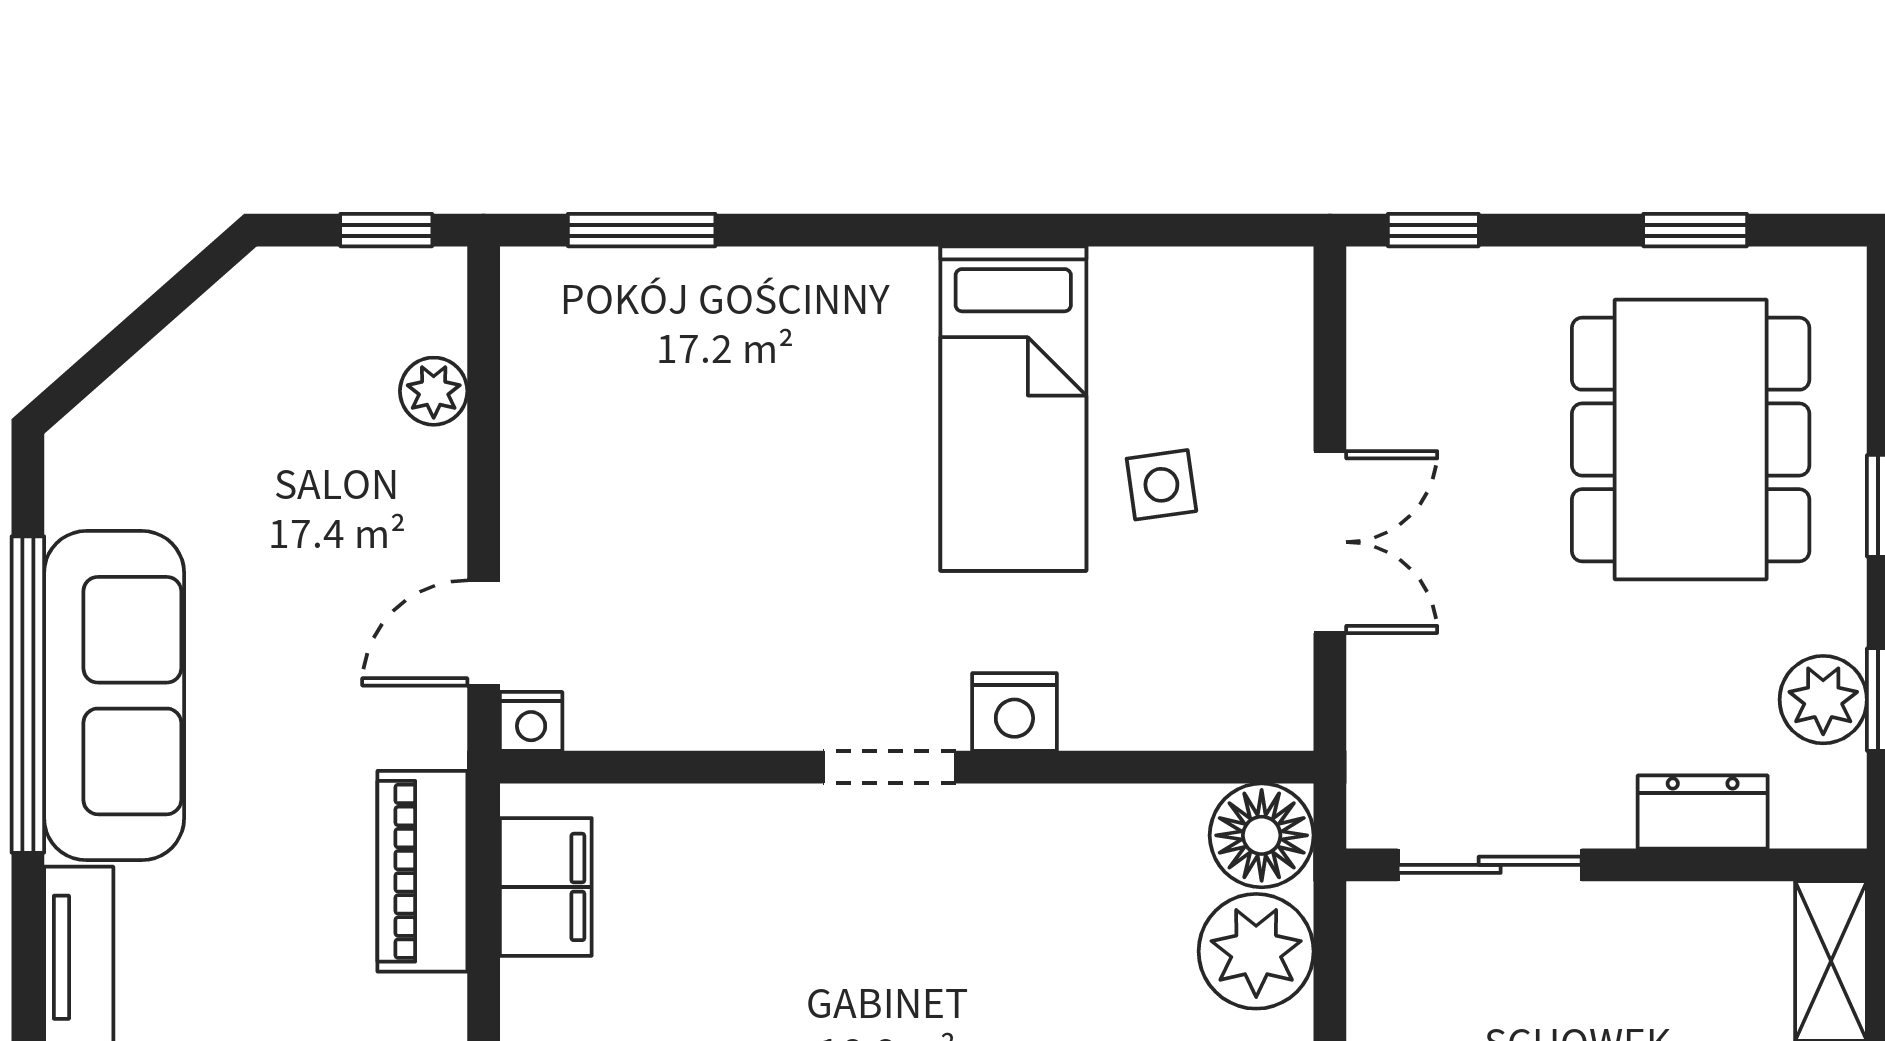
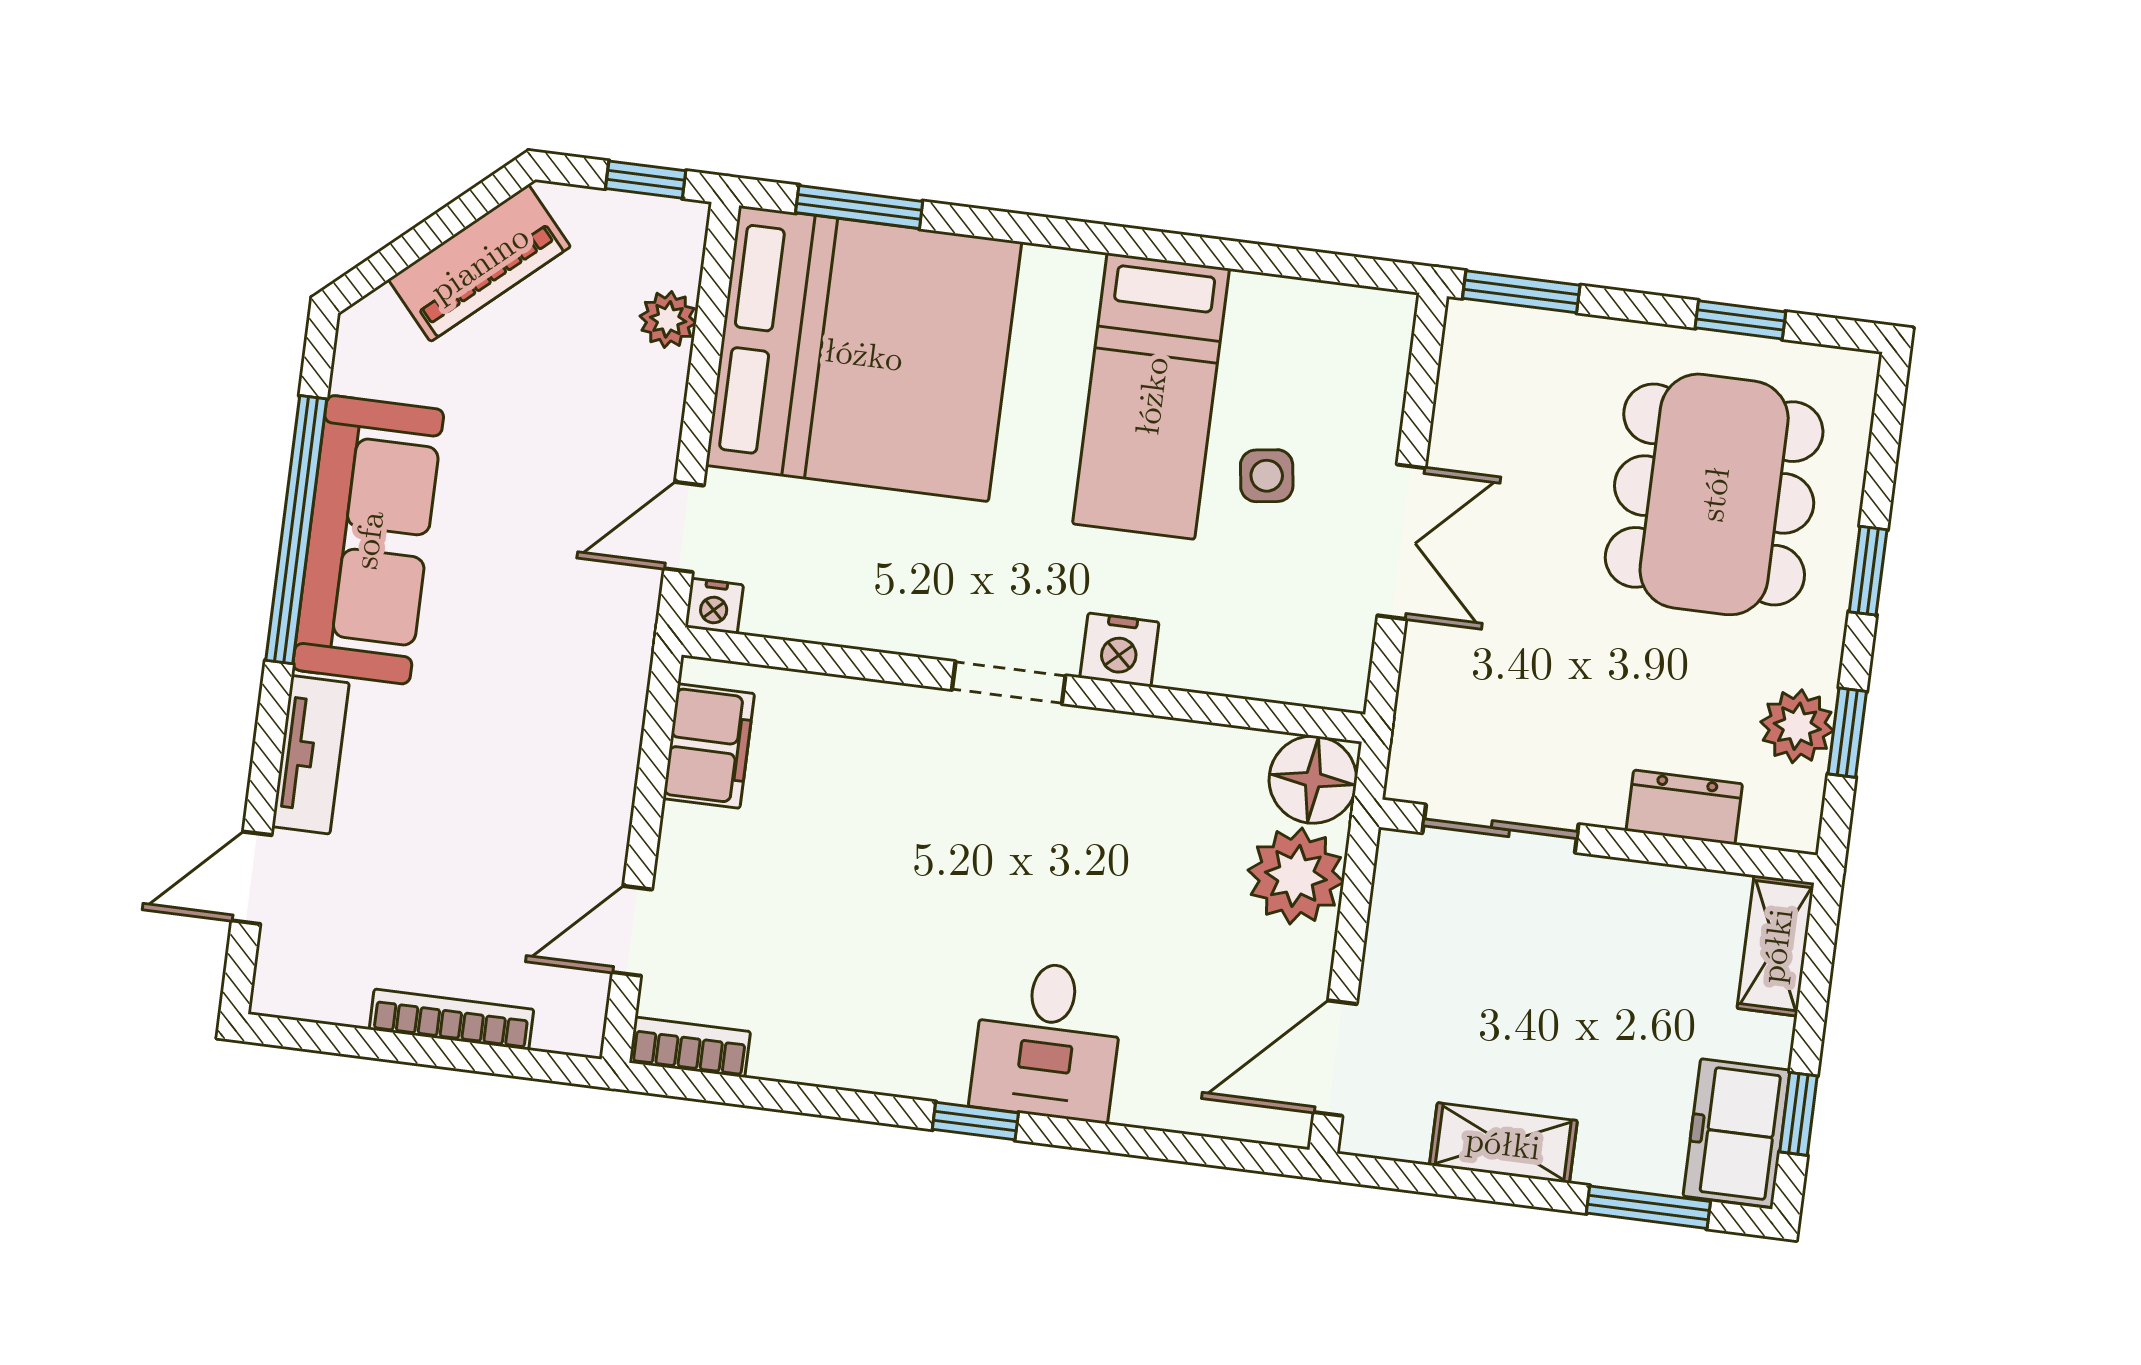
window: (1433, 230) -> (1521, 292), width x1.50
bed: (669, 402) -> (864, 354), added
piano: (422, 871) -> (479, 263), moved, turned -131

